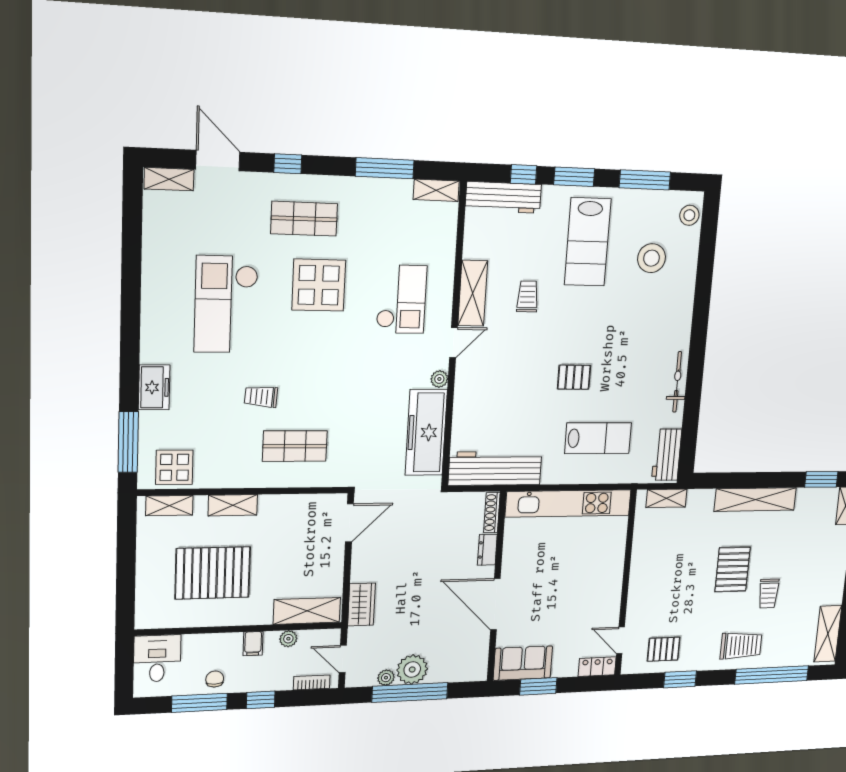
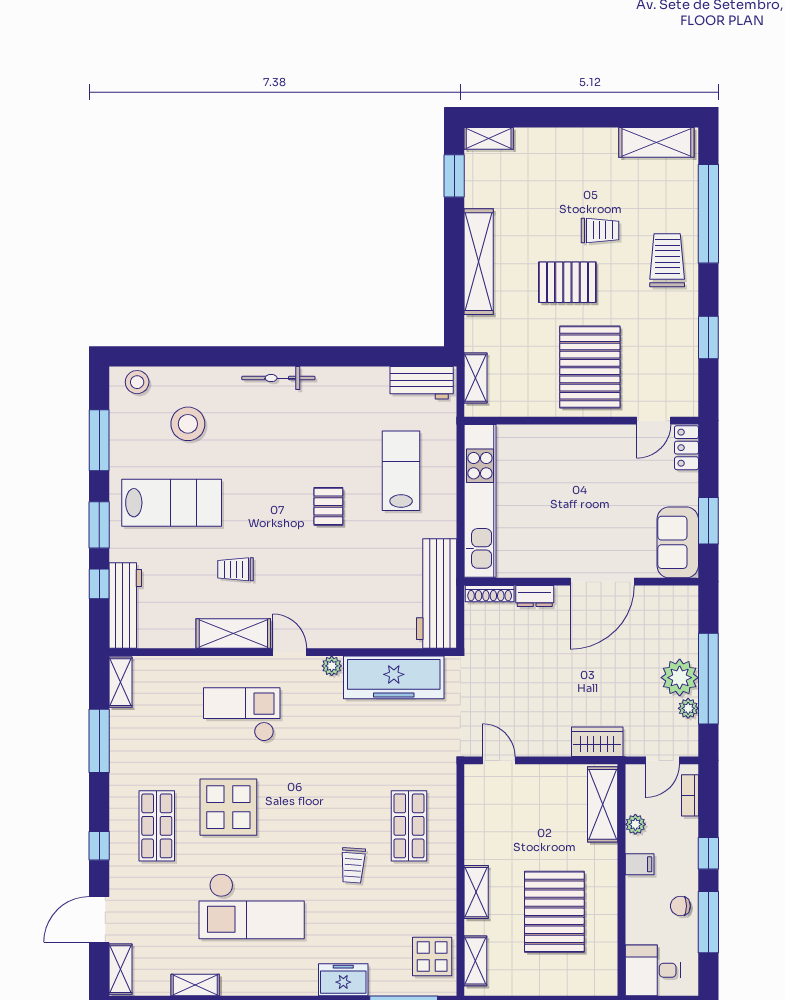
shelving: (152, 250) -> (195, 985), added
bicycle: (677, 382) -> (278, 378), moved
door: (349, 523) -> (499, 760), width x0.73
pallet: (664, 649) -> (590, 367), moved, width x2.05, depth x2.00

